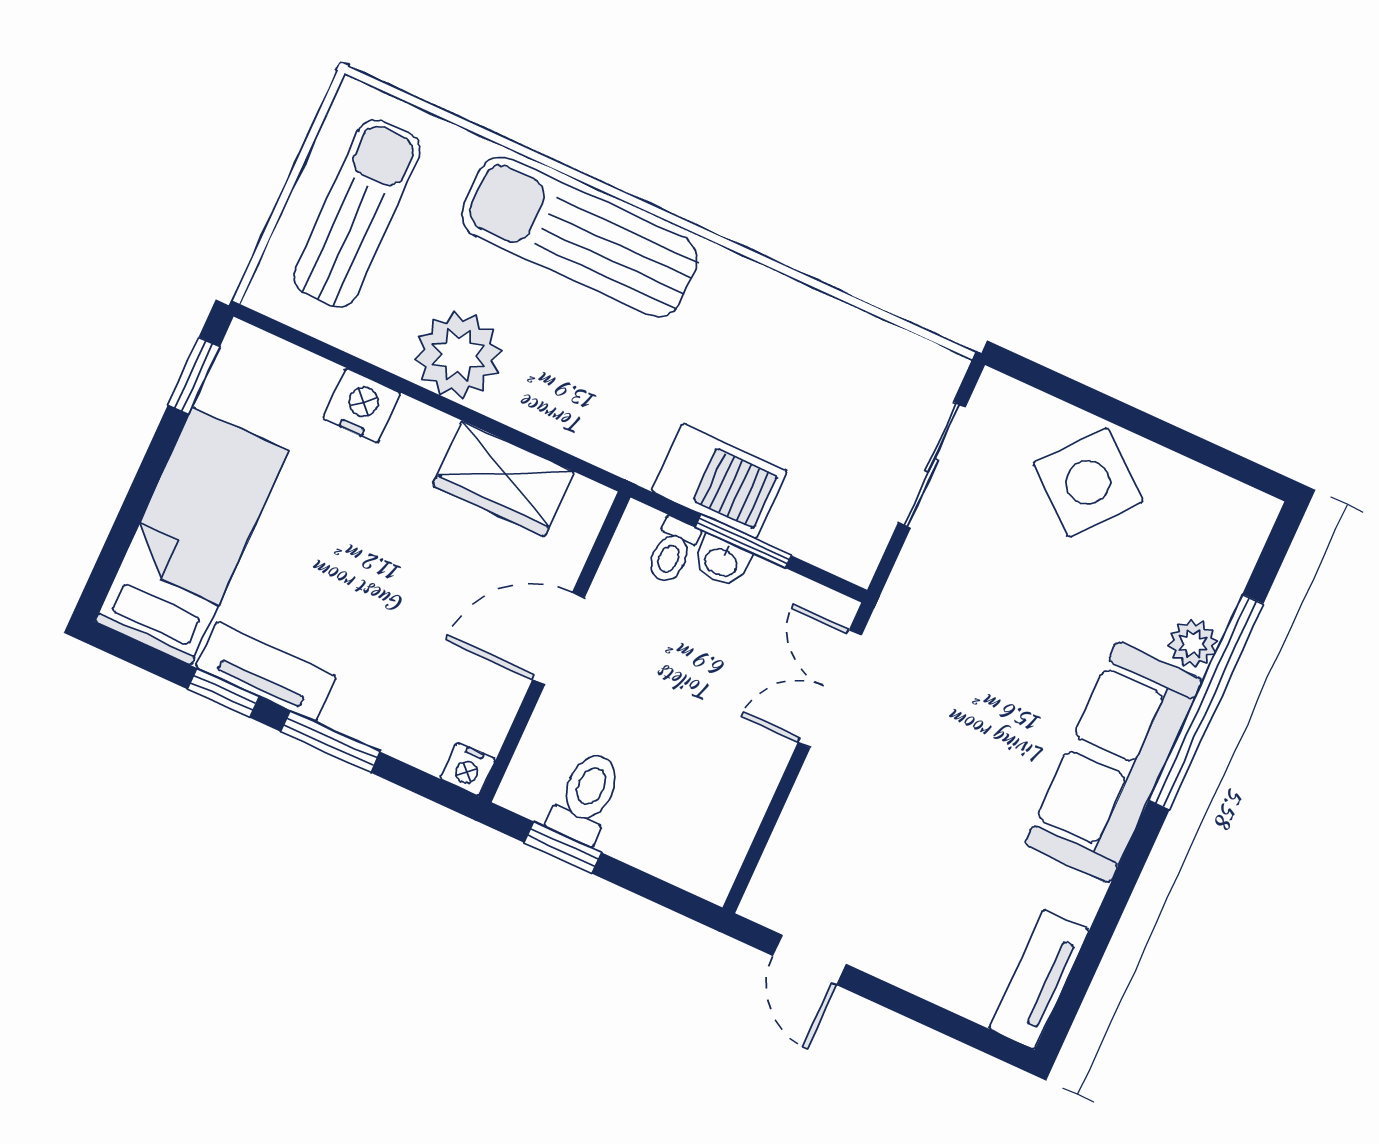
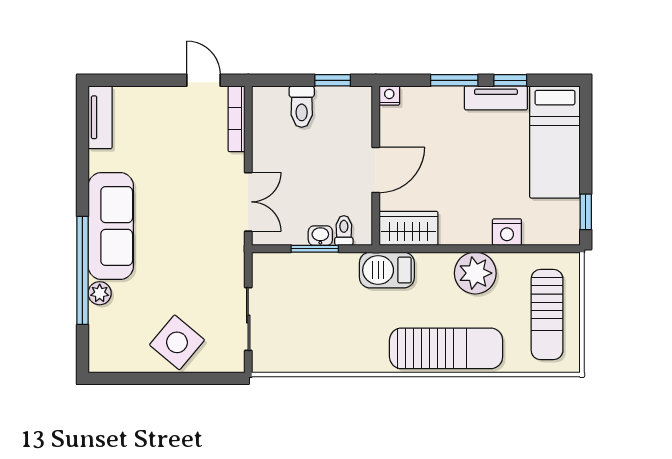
wardrobe: (503, 479) -> (408, 228), moved
barbecue: (719, 481) -> (387, 270), moved
toilet: (586, 797) -> (302, 107), moved
bookcase: (780, 858) -> (236, 119), added

